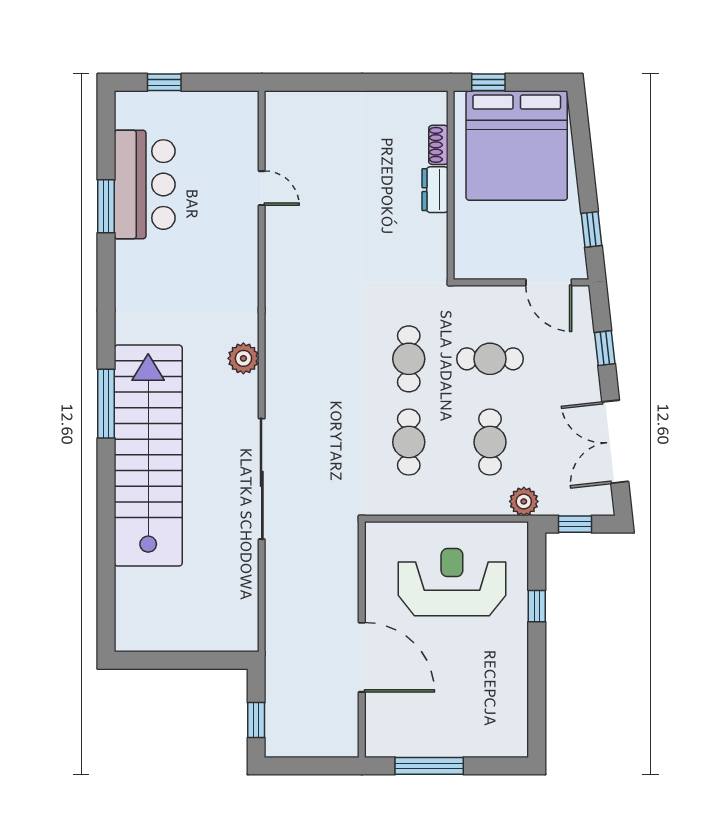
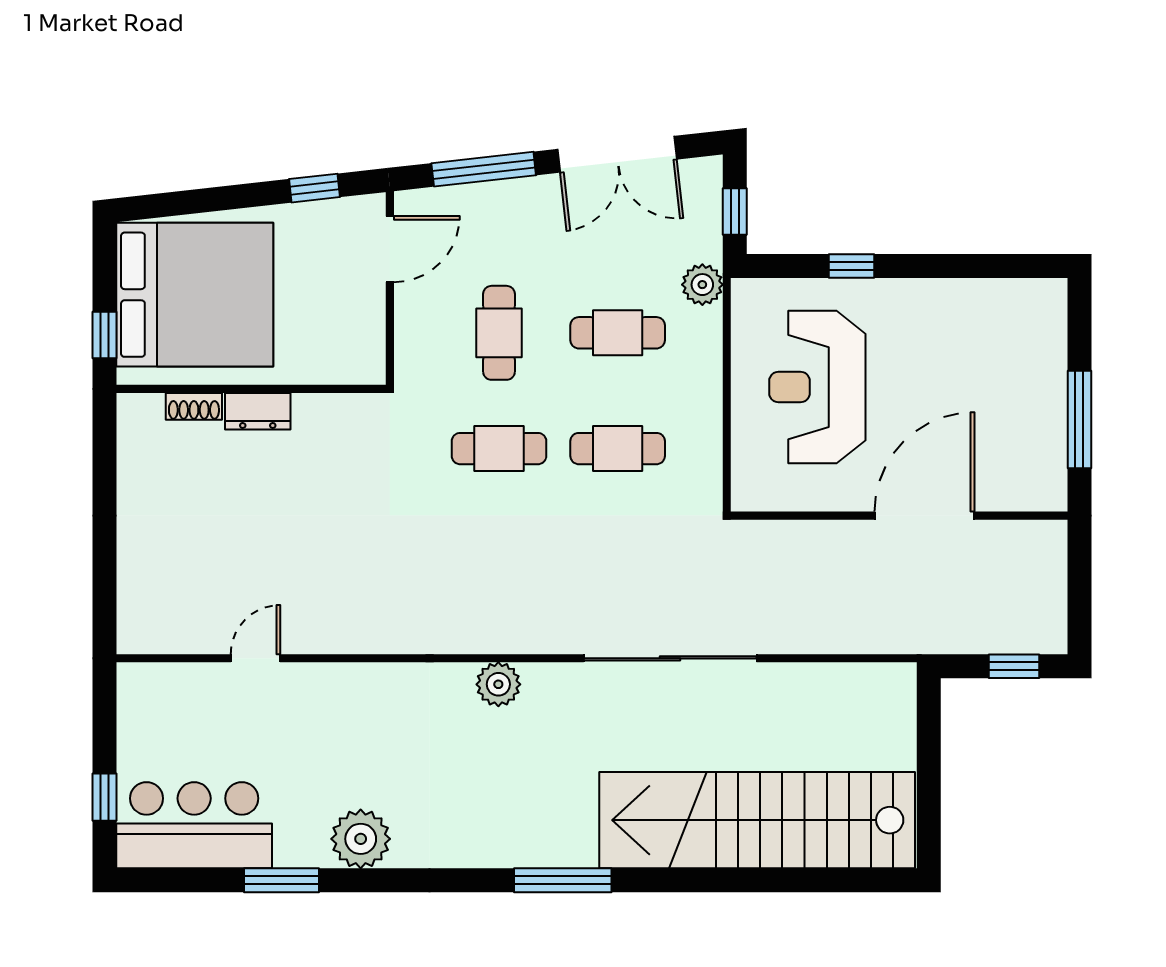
bar counter: (145, 185) -> (194, 825), moved
plant: (135, 262) -> (361, 839), added
window: (605, 348) -> (484, 169), width x2.17
stairs: (148, 456) -> (757, 820), moved

